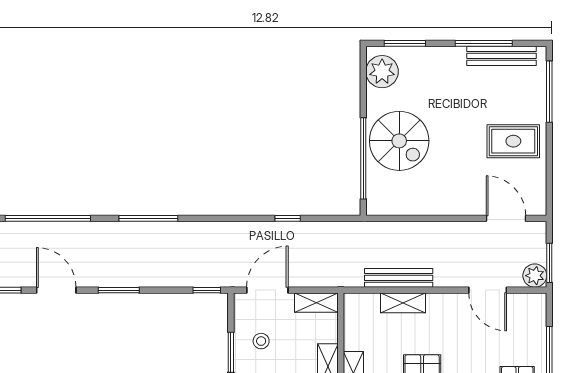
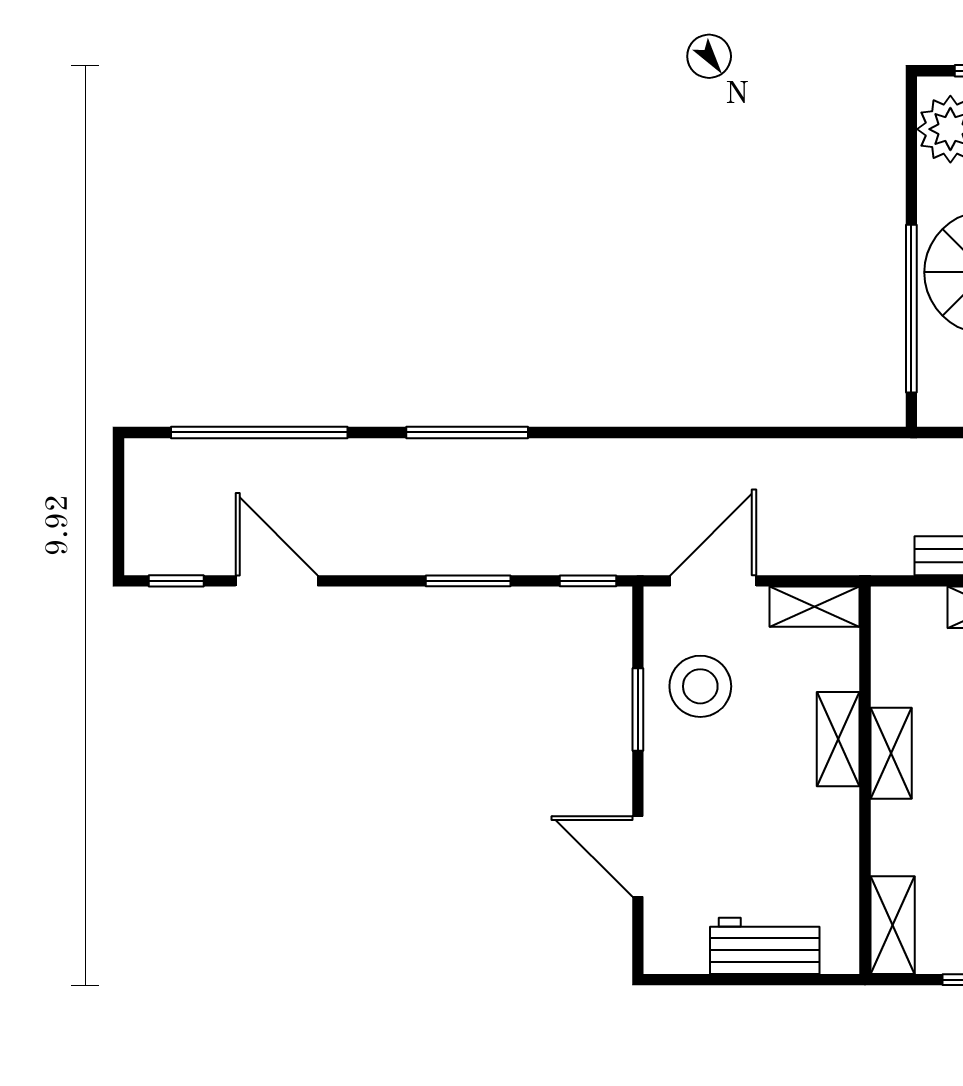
window: (288, 218) -> (755, 432), removed
window: (119, 290) -> (468, 581), moved
stool: (261, 341) -> (700, 686), width x1.89, depth x1.89

